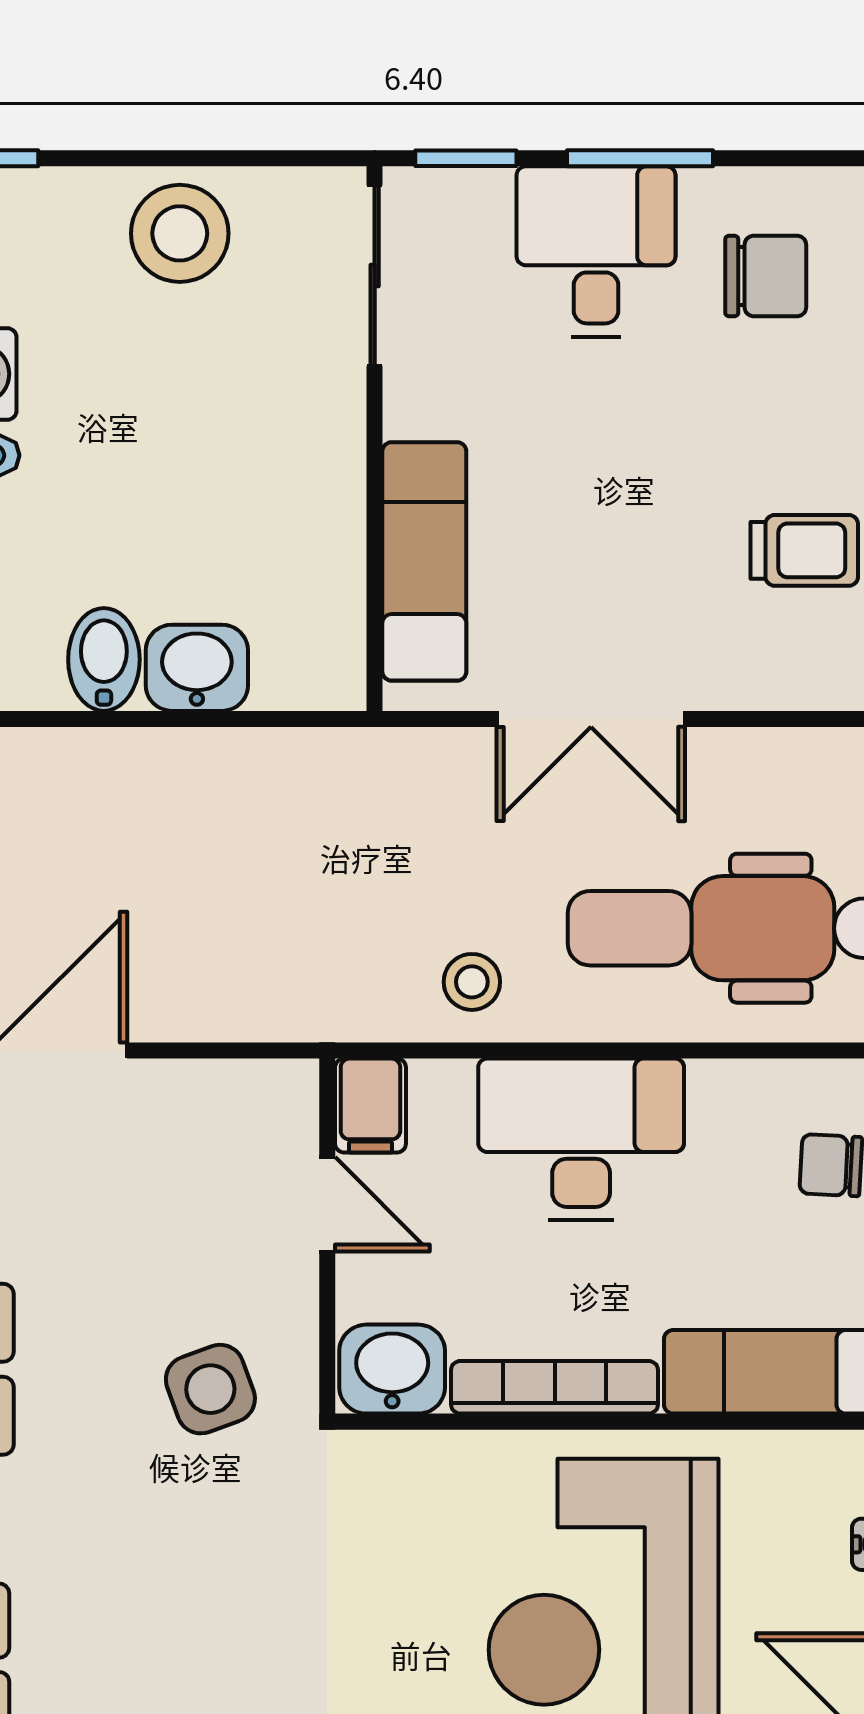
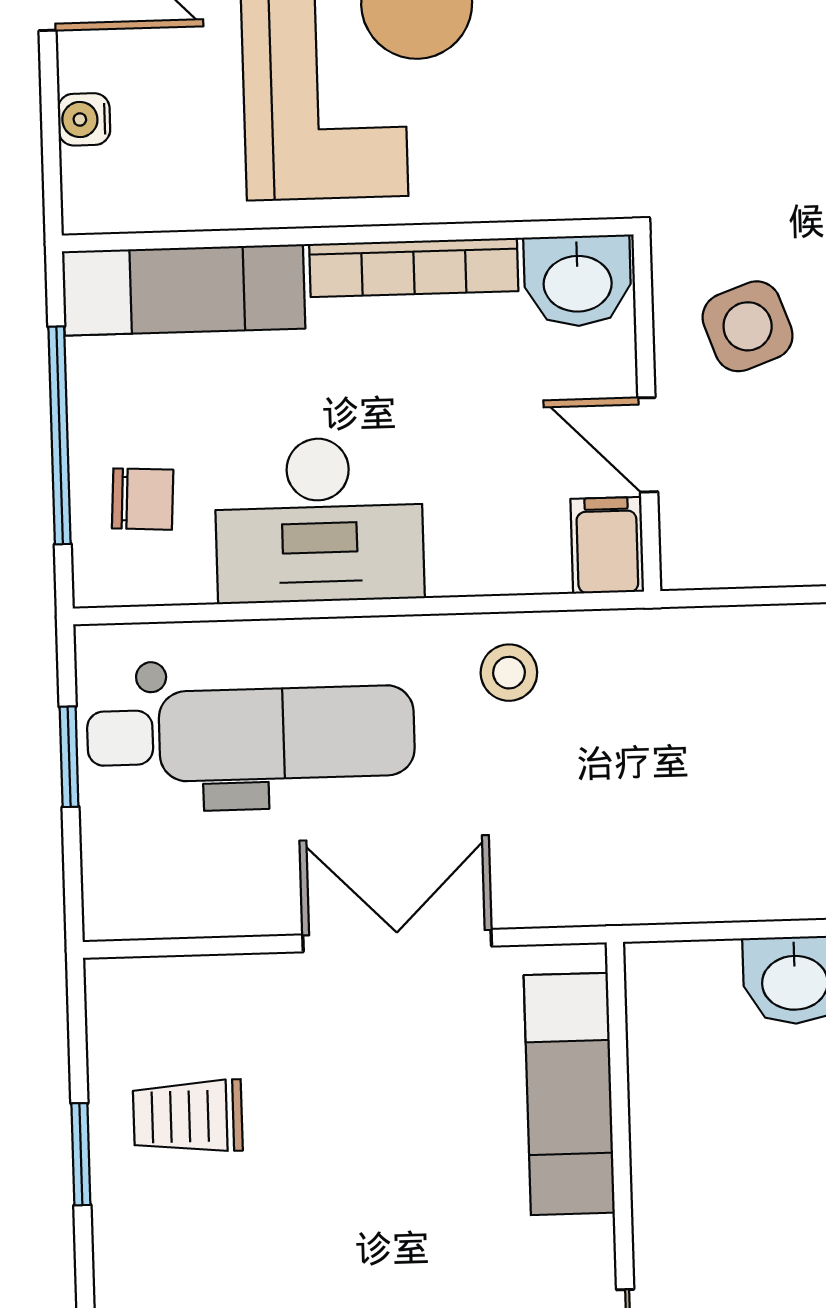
desk: (581, 1139) -> (319, 520), moved
side table: (210, 1389) -> (748, 326), moved

